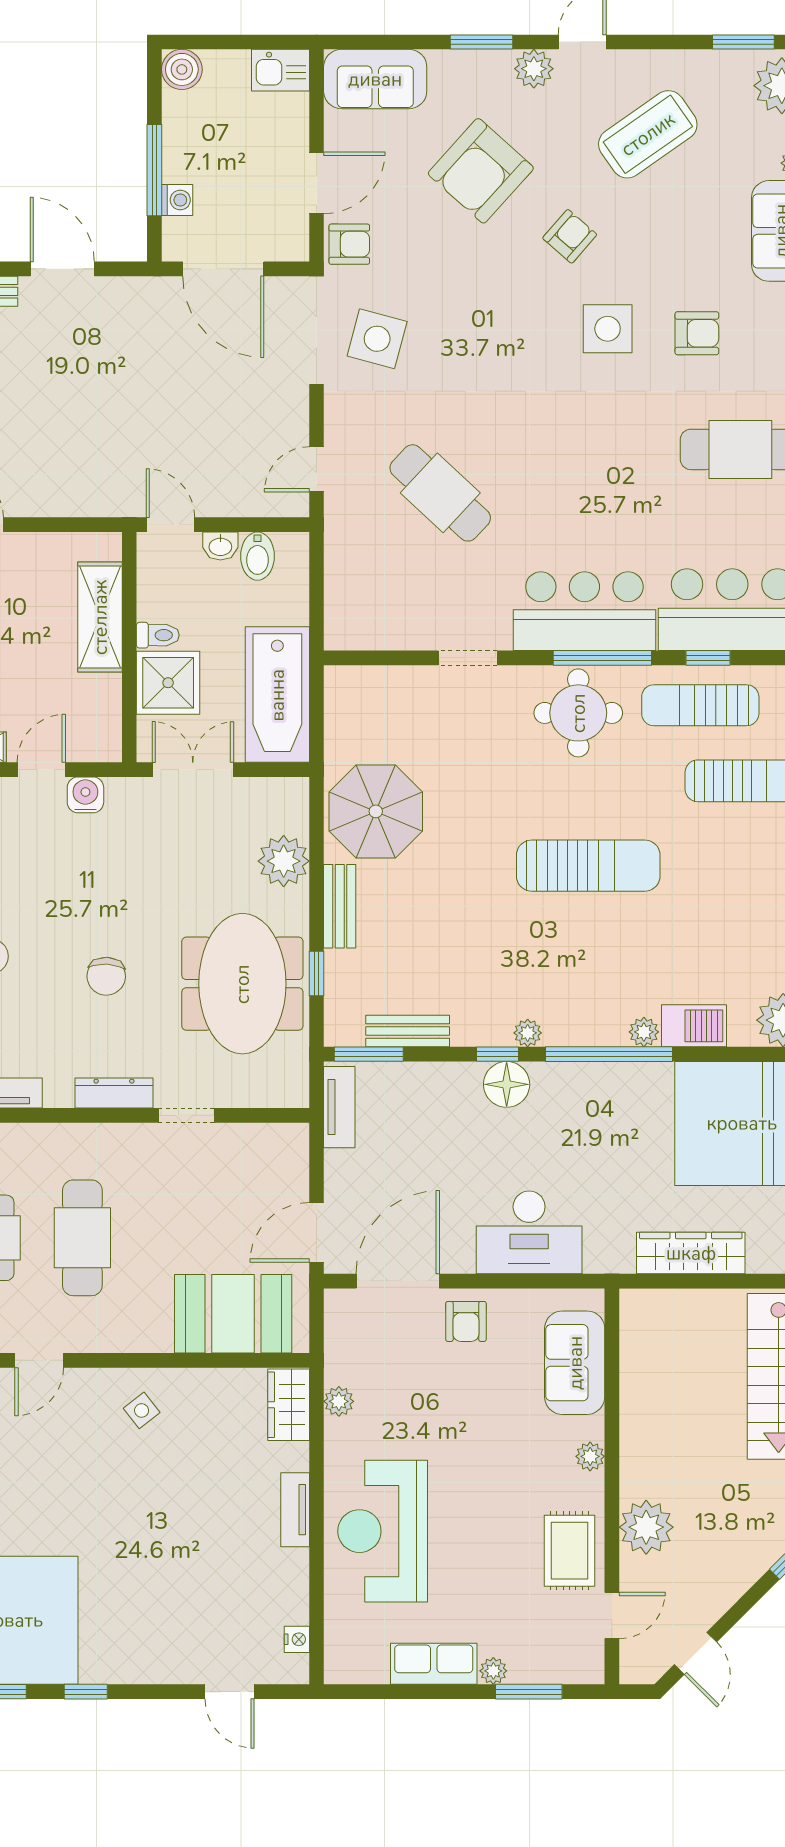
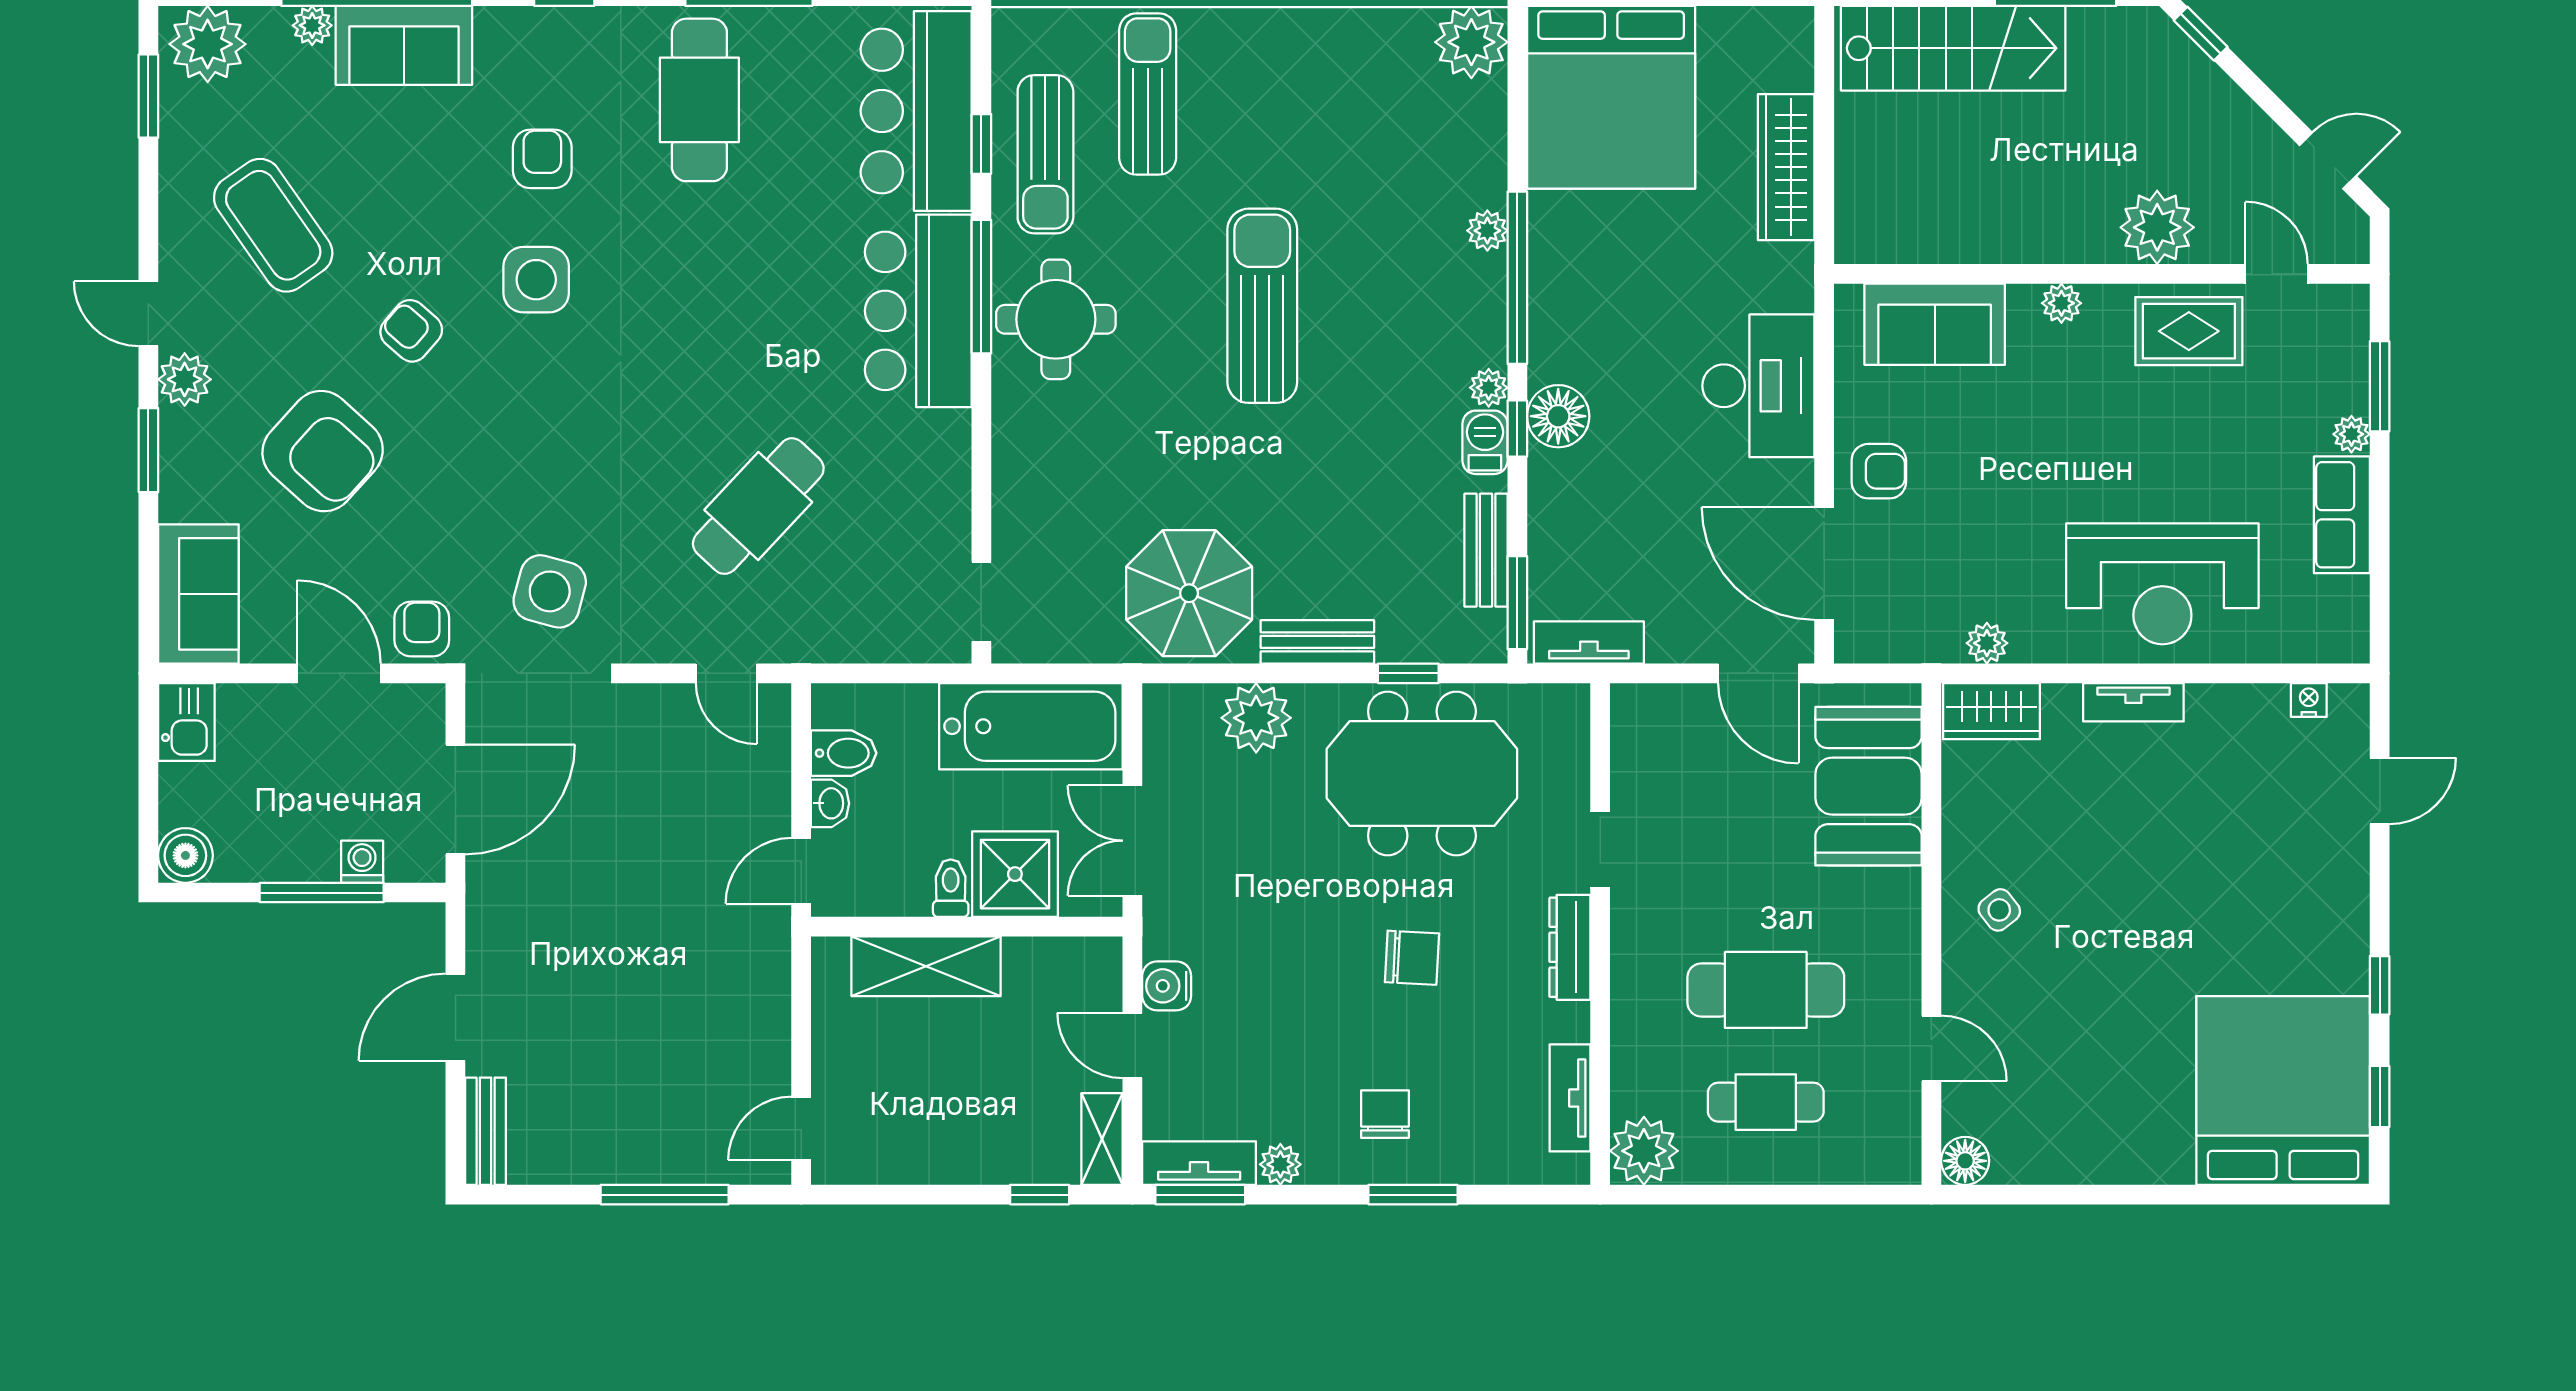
doorway: (468, 658) -> (981, 602), moved
barbecue: (694, 1026) -> (1485, 442), moved, width x0.73, depth x0.79

